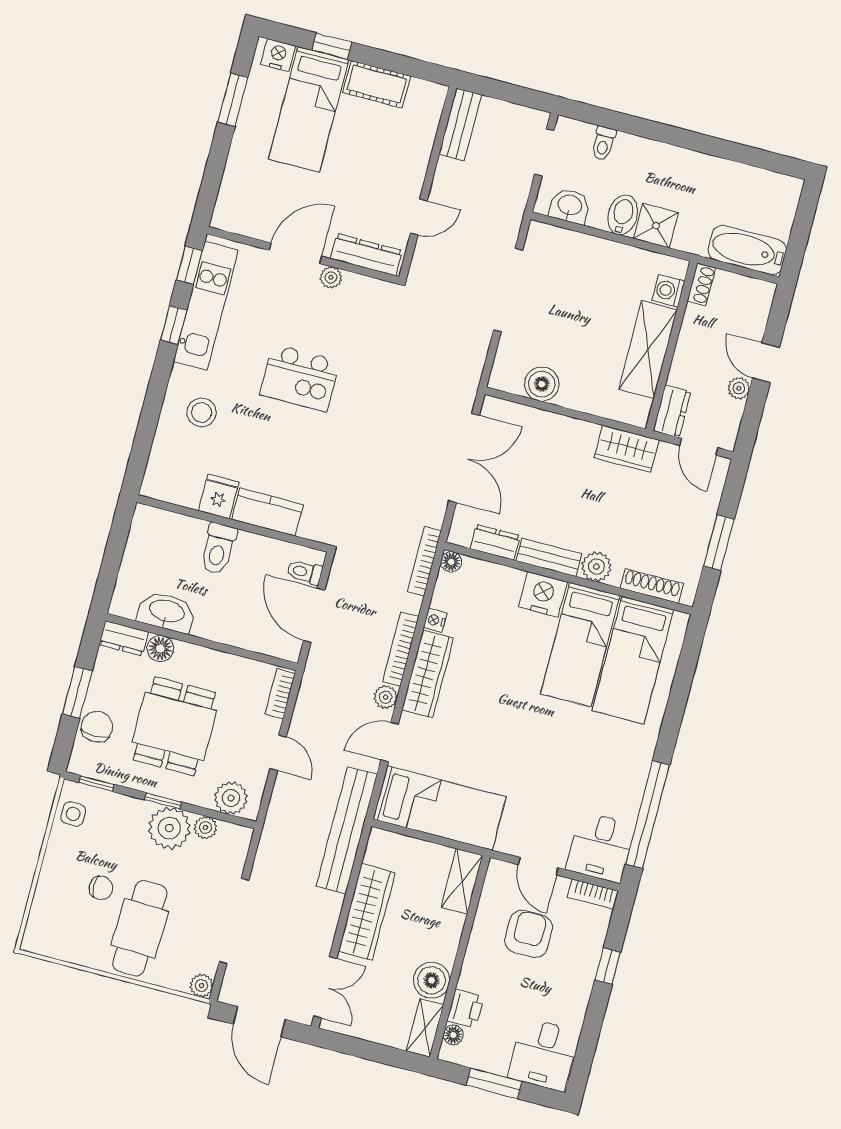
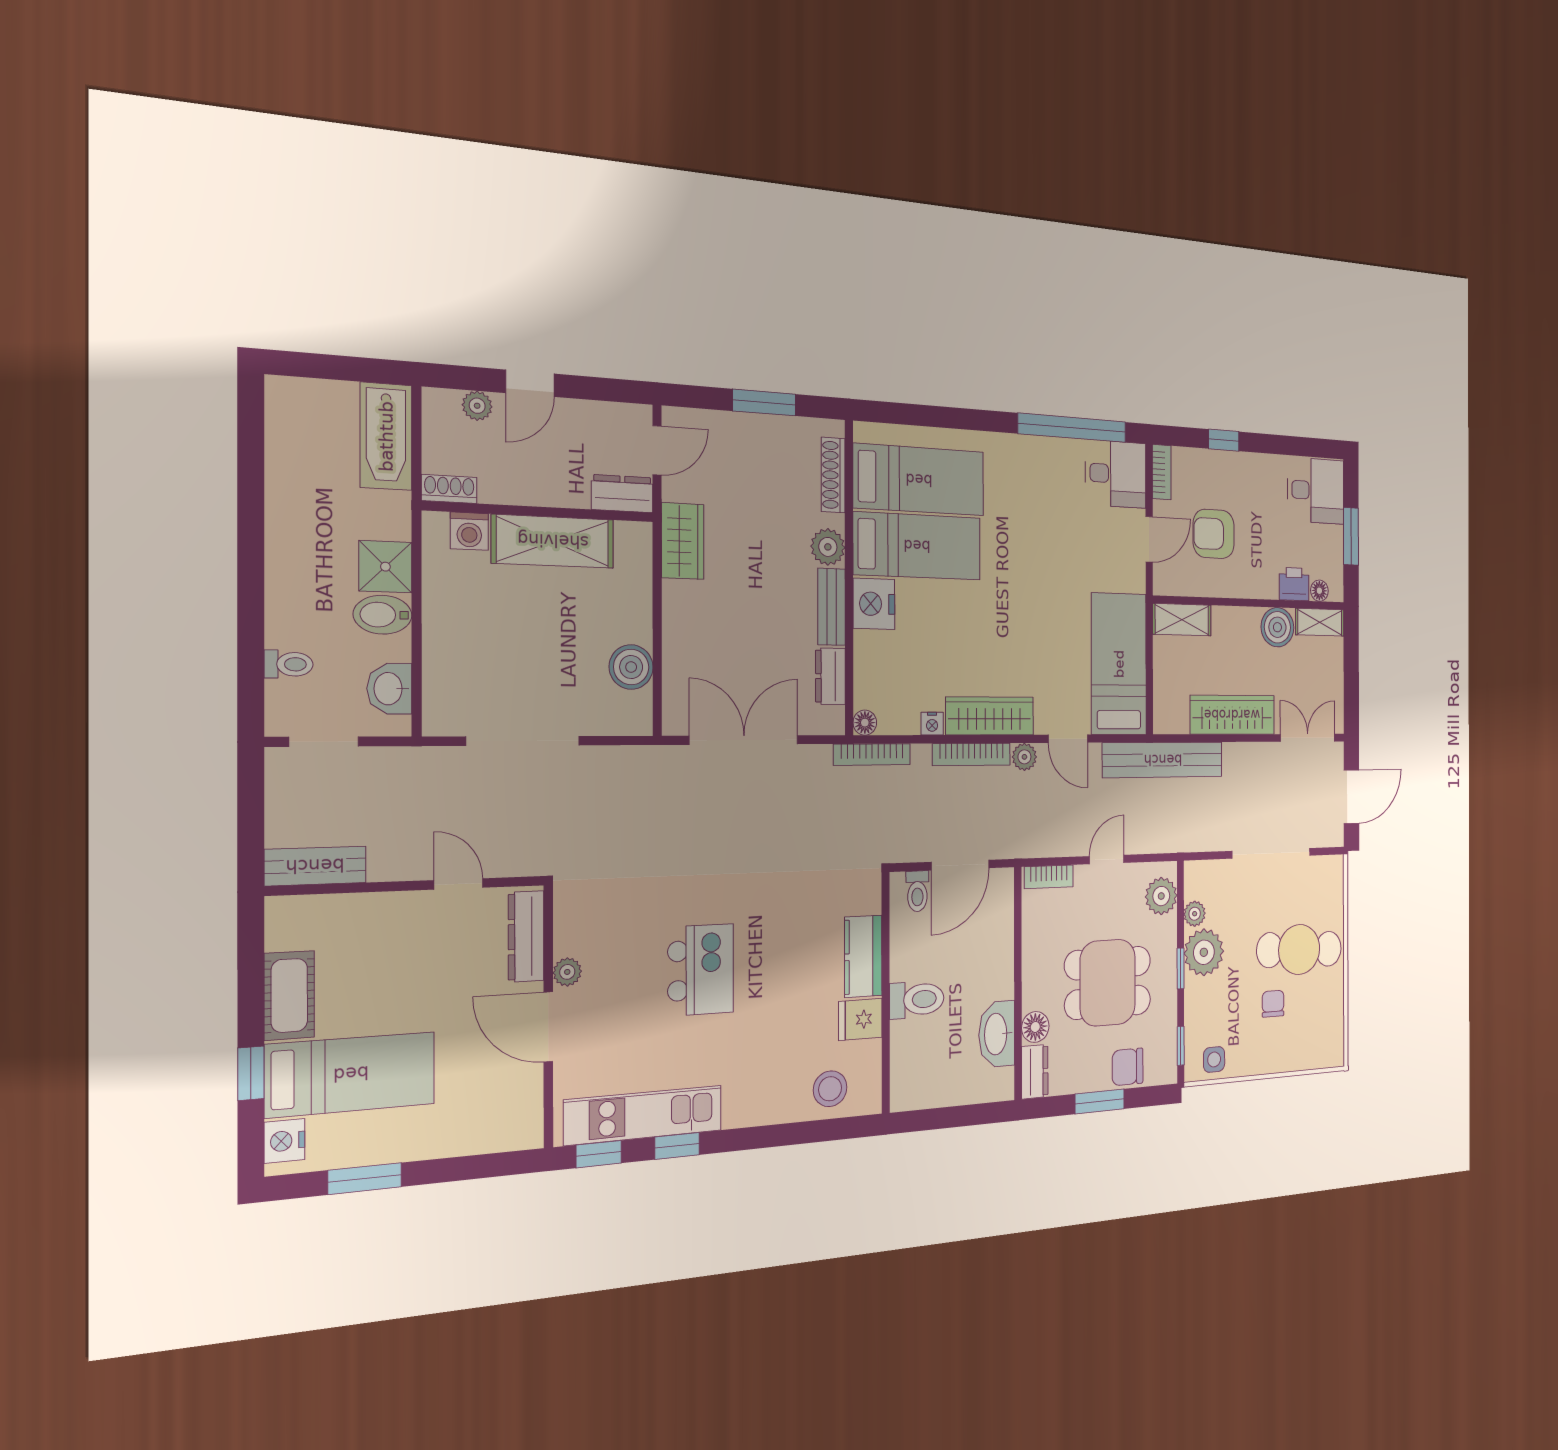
plant: (739, 388) -> (477, 406), moved
stool: (202, 412) -> (830, 1089), moved
plant: (201, 986) -> (1334, 867), removed

